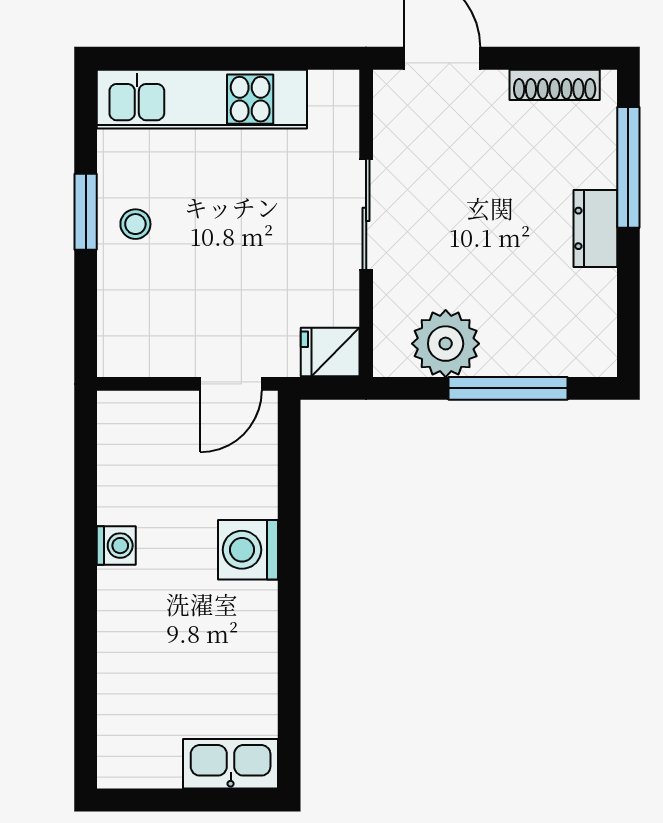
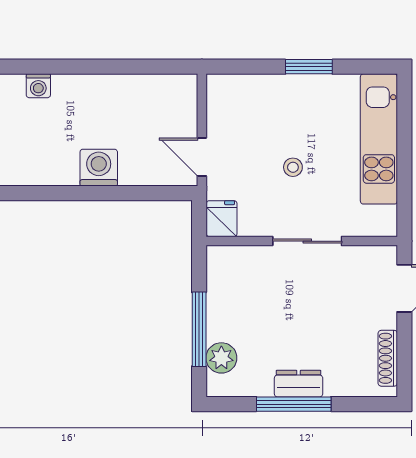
window: (628, 167) -> (294, 404), moved
stool: (135, 224) -> (293, 167), moved
plant: (446, 344) -> (221, 358), moved, width x0.73, depth x0.73
washing machine: (116, 546) -> (38, 86), moved

